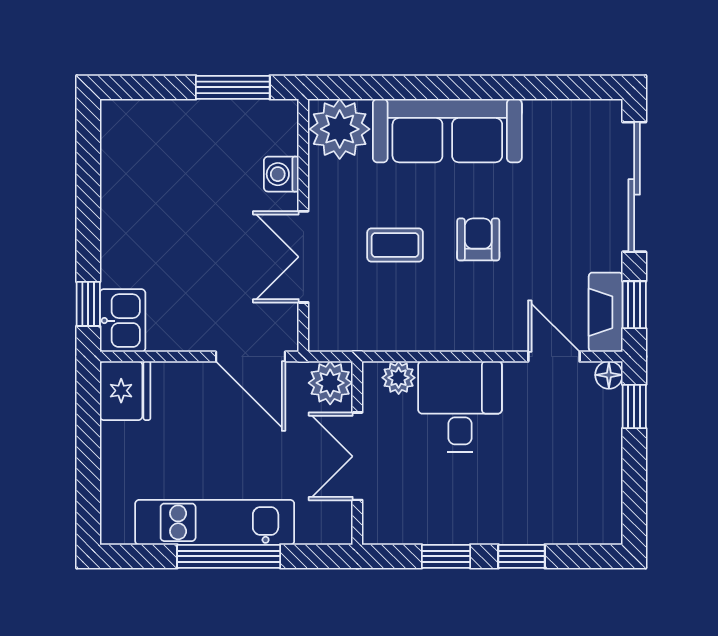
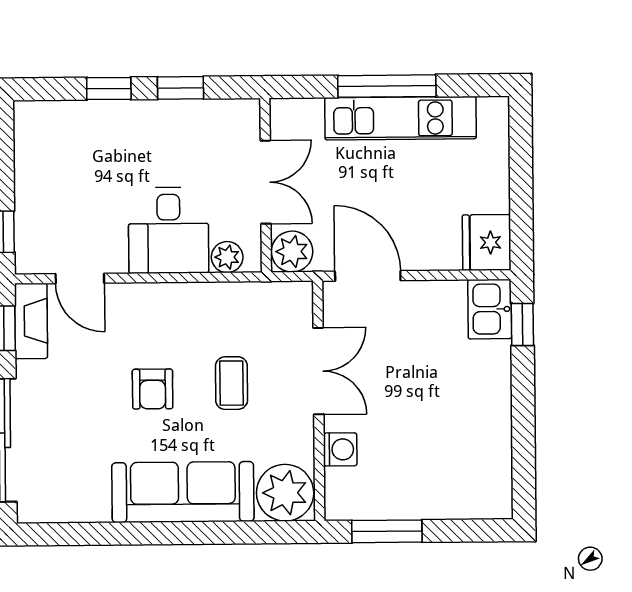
coffee table: (395, 245) -> (232, 383), turned 90
floor lamp: (609, 375) -> (27, 261), removed

